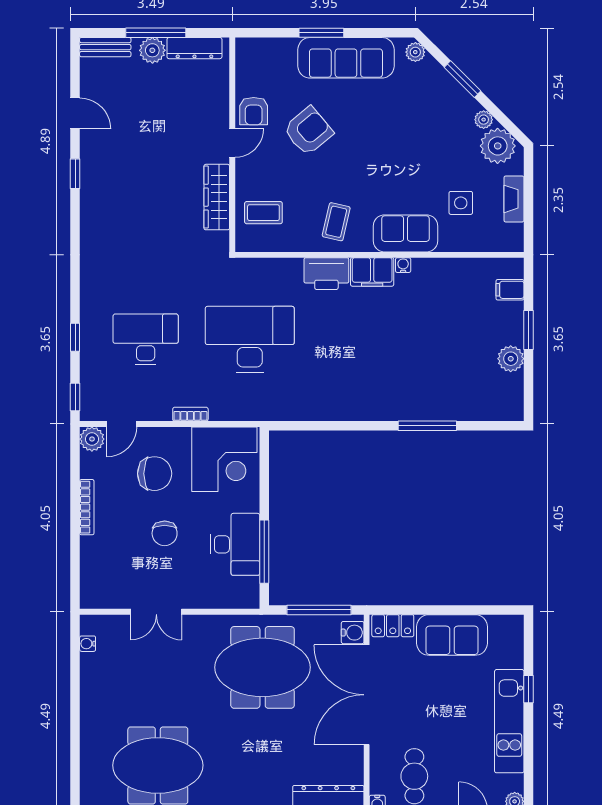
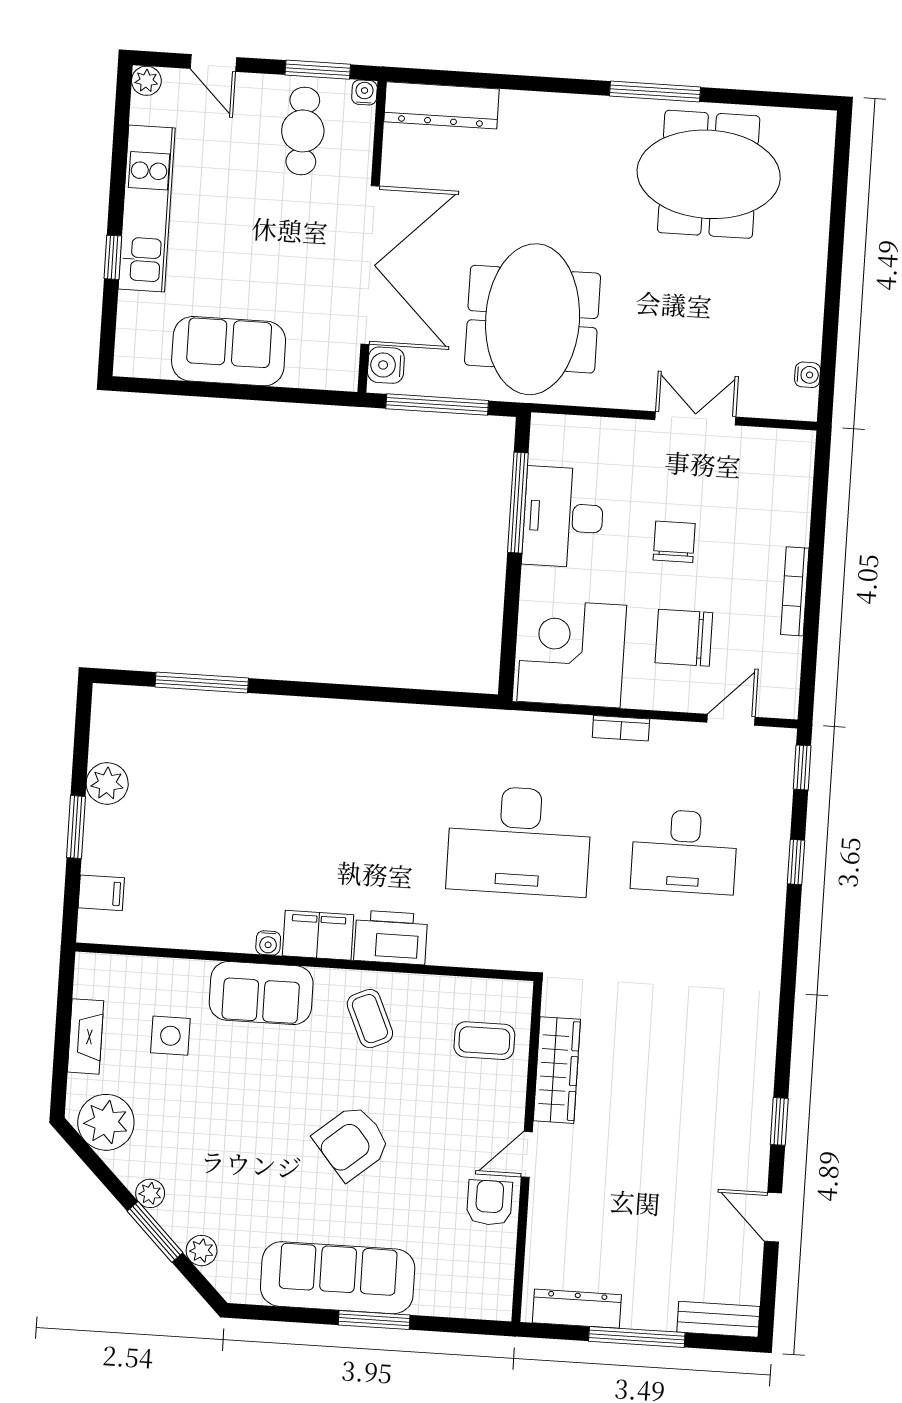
plant: (152, 50) -> (644, 1309), removed
plant: (415, 52) -> (202, 1251), moved
plant: (484, 120) -> (150, 1193), moved
armchair: (308, 131) -> (352, 1142), moved
coffee table: (336, 222) -> (370, 1019), turned -37
window: (427, 426) -> (202, 683), moved
plant: (92, 439) -> (780, 699), removed
locker: (393, 626) -> (322, 372), removed
meeting table: (263, 667) -> (533, 319), turned 90

